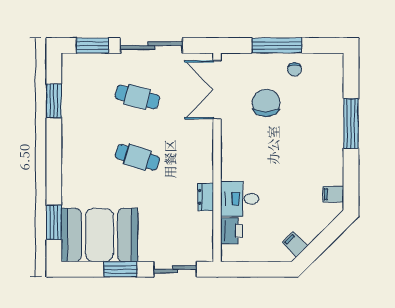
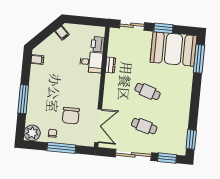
plant: (330, 67) -> (32, 133), added
window: (54, 101) -> (191, 139), moved
window: (54, 222) -> (199, 59), width x1.44

